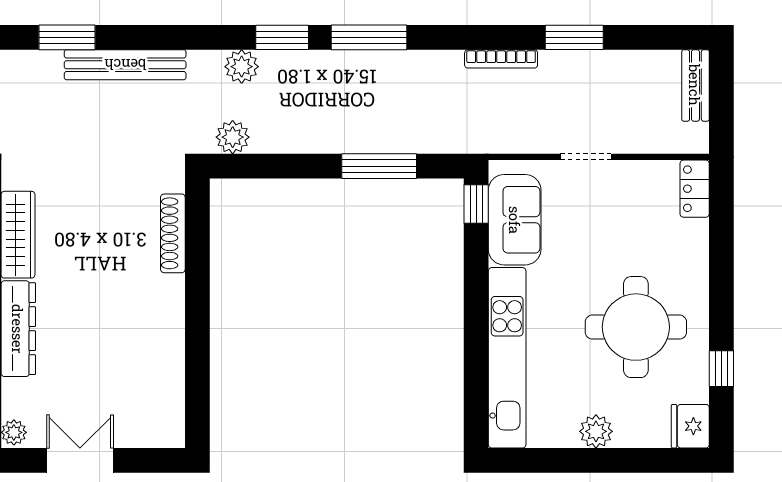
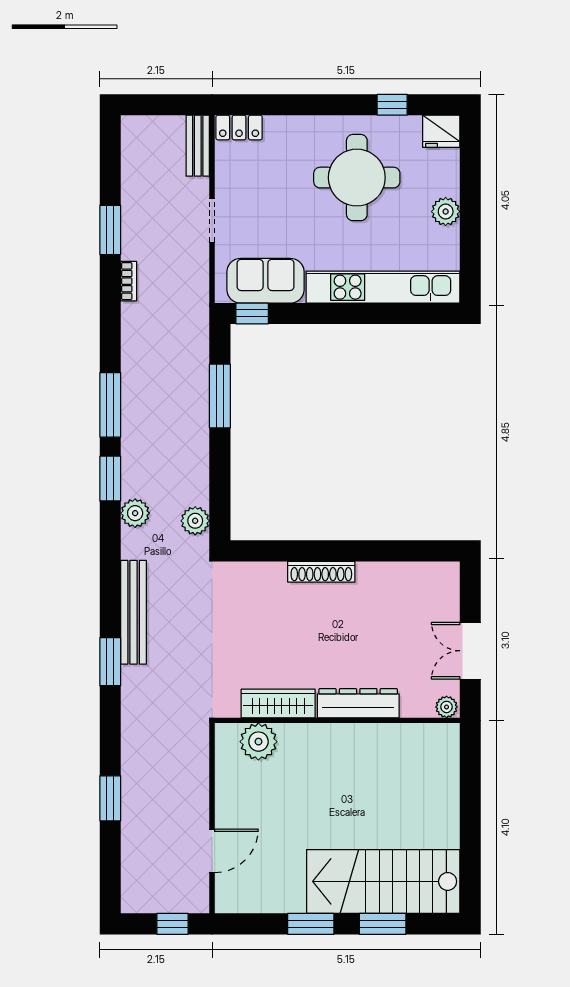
bookcase: (501, 59) -> (129, 281), width x0.64
bench: (695, 85) -> (198, 146), moved, turned 90
shoe rack: (173, 233) -> (321, 572), moved

